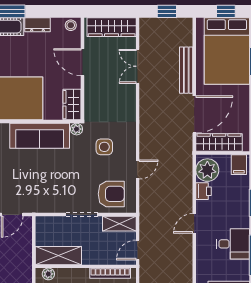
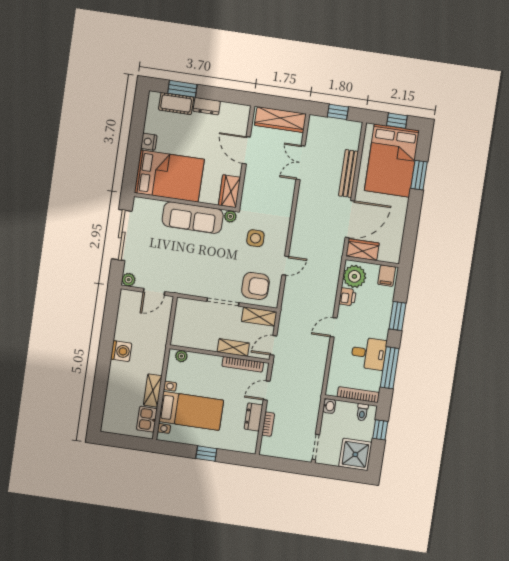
stool: (71, 25) -> (240, 112), removed
wardrobe: (219, 143) -> (363, 250), width x0.67
shelving: (58, 256) -> (233, 348), moved, width x0.67, depth x0.75

